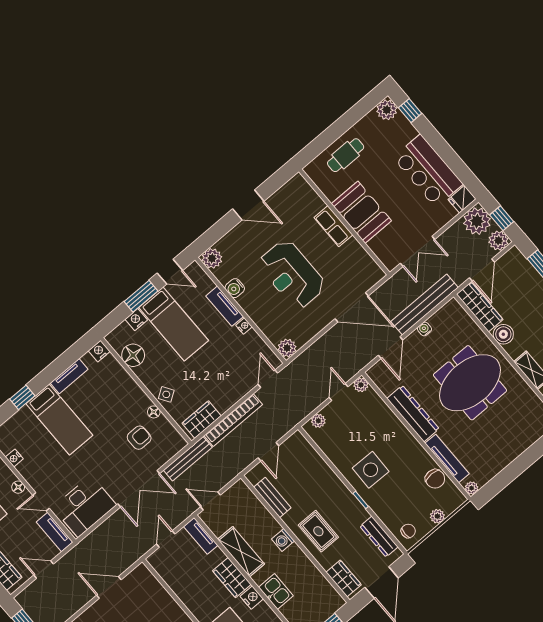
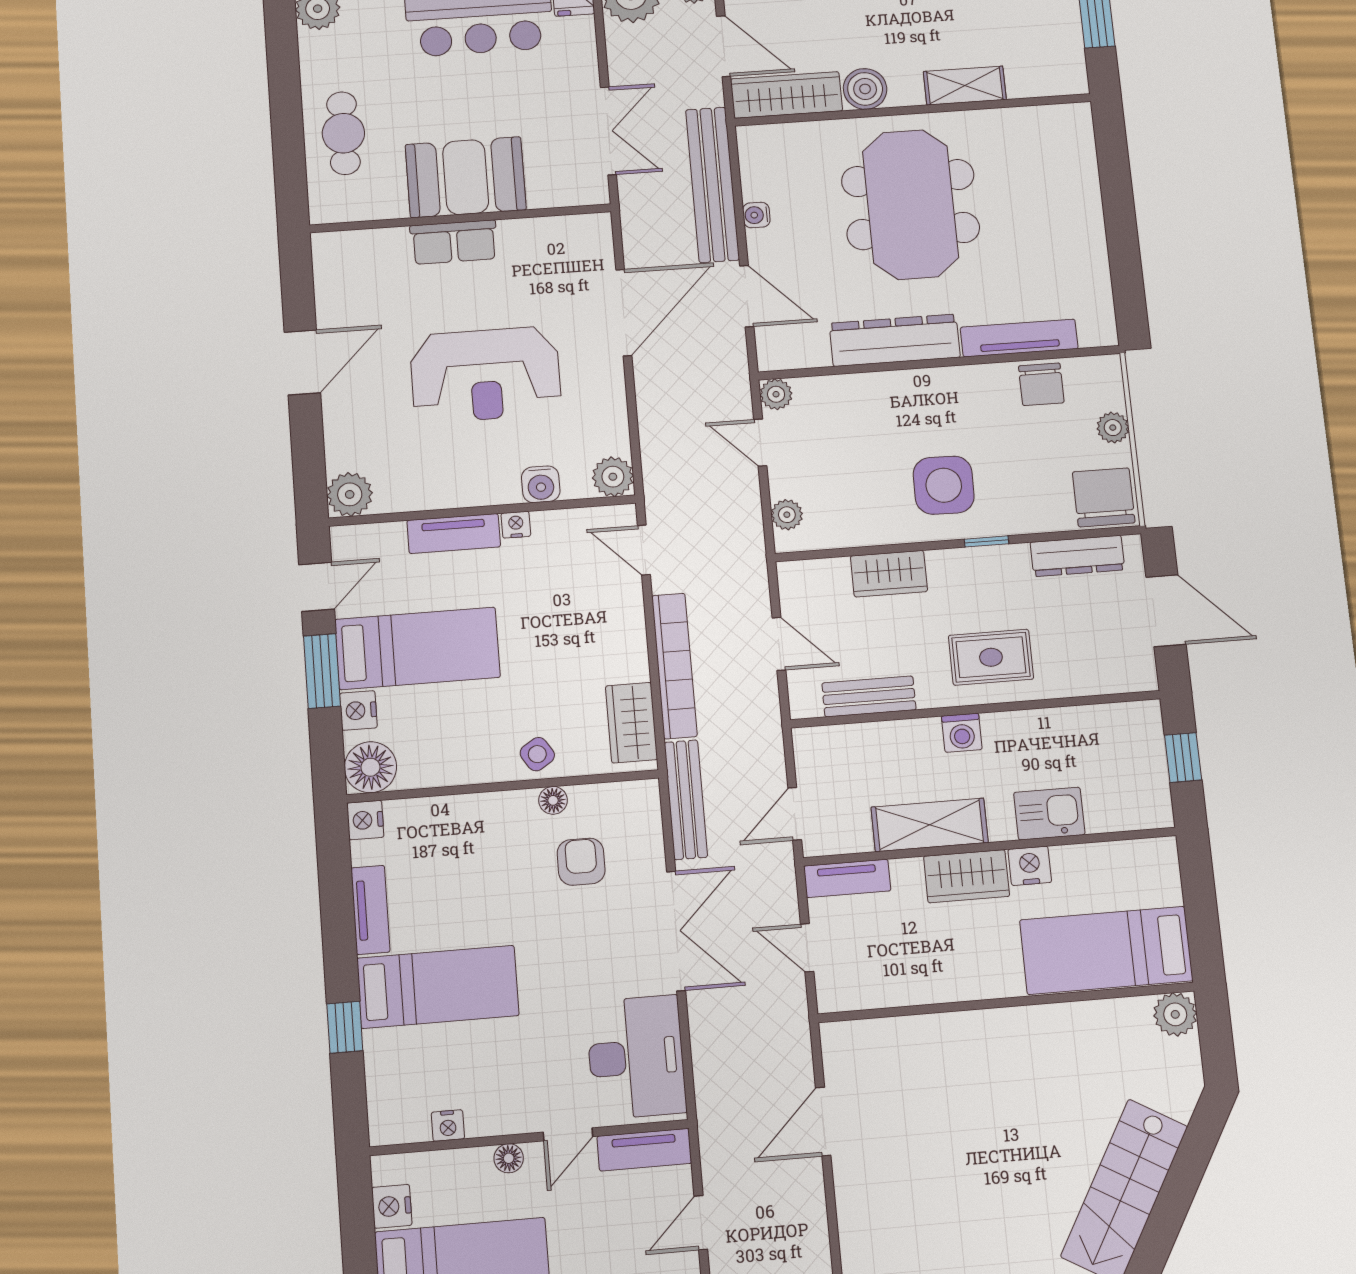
water cooler: (235, 288) -> (541, 484), moved
floor lamp: (133, 355) -> (370, 767), moved
chair: (435, 479) -> (1041, 384), turned 90
plant: (472, 488) -> (1103, 333), removed
chair: (408, 531) -> (1104, 497), width x1.87, depth x1.87
wardrobe: (344, 579) -> (889, 574), moved, turned 180

